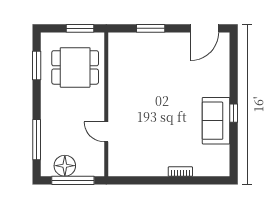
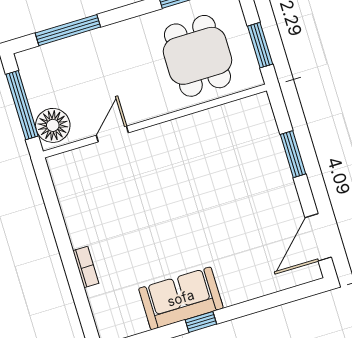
door: (204, 28) -> (318, 237), hinge flipped
floor lamp: (65, 166) -> (53, 125), moved

